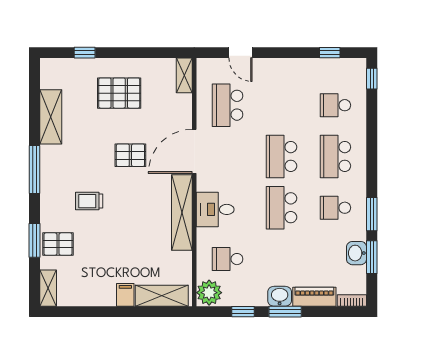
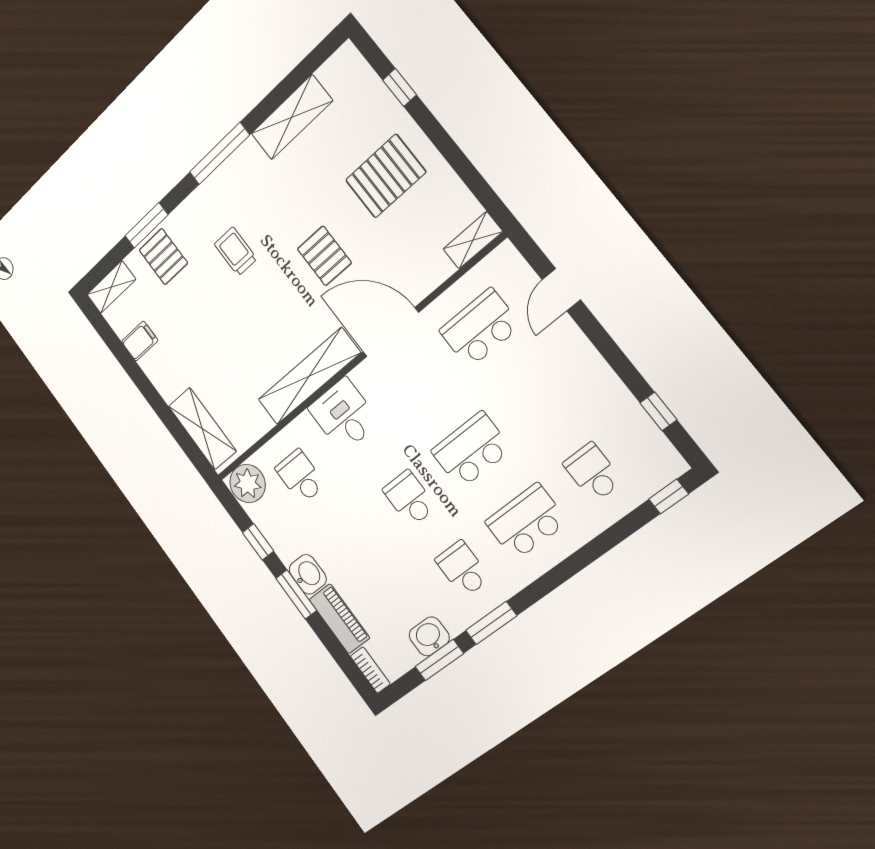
pallet: (119, 93) -> (386, 176), turned 90
school desk: (281, 208) -> (409, 498), width x0.54
filing cabinet: (125, 295) -> (140, 341), moved

